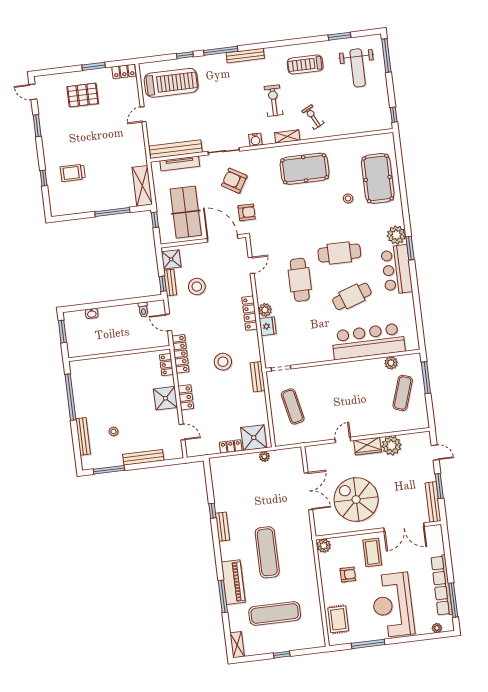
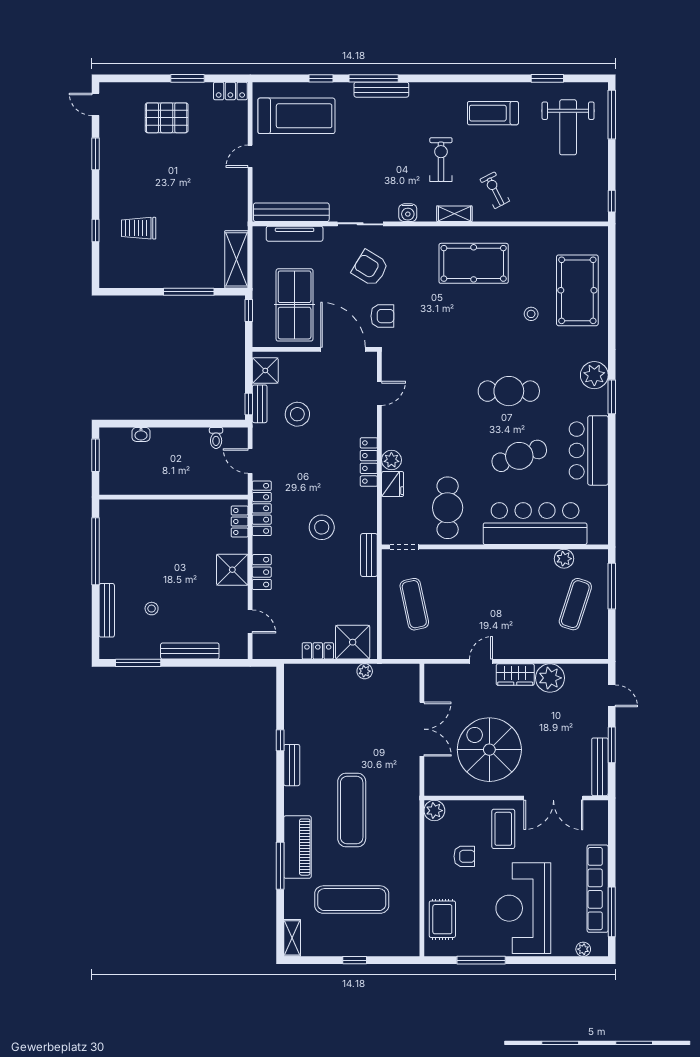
bench: (245, 56) -> (381, 90), moved
bar counter: (397, 270) -> (589, 450), moved
cafe table: (300, 280) -> (448, 508), moved

